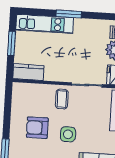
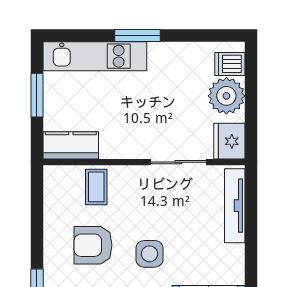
coffee table: (62, 99) -> (96, 187), moved

